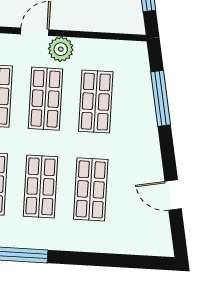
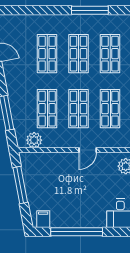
plant: (61, 49) -> (34, 140), moved

